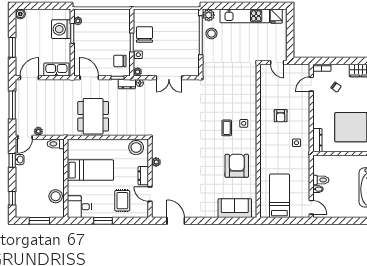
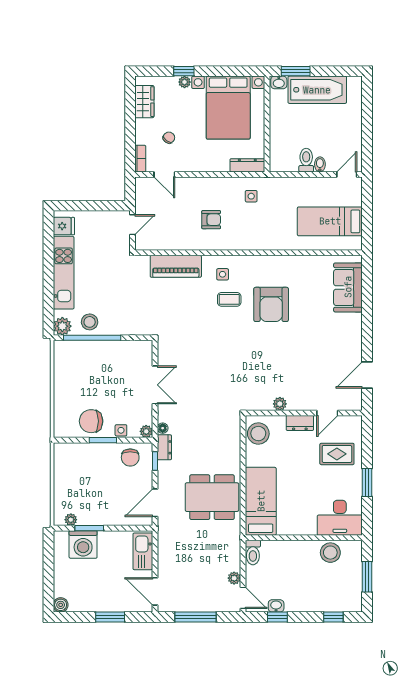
piano: (249, 92) -> (176, 266), added
armchair: (237, 166) -> (271, 304), moved, turned -90
bed: (90, 170) -> (261, 501), moved
desk: (79, 207) -> (340, 518), width x1.37

